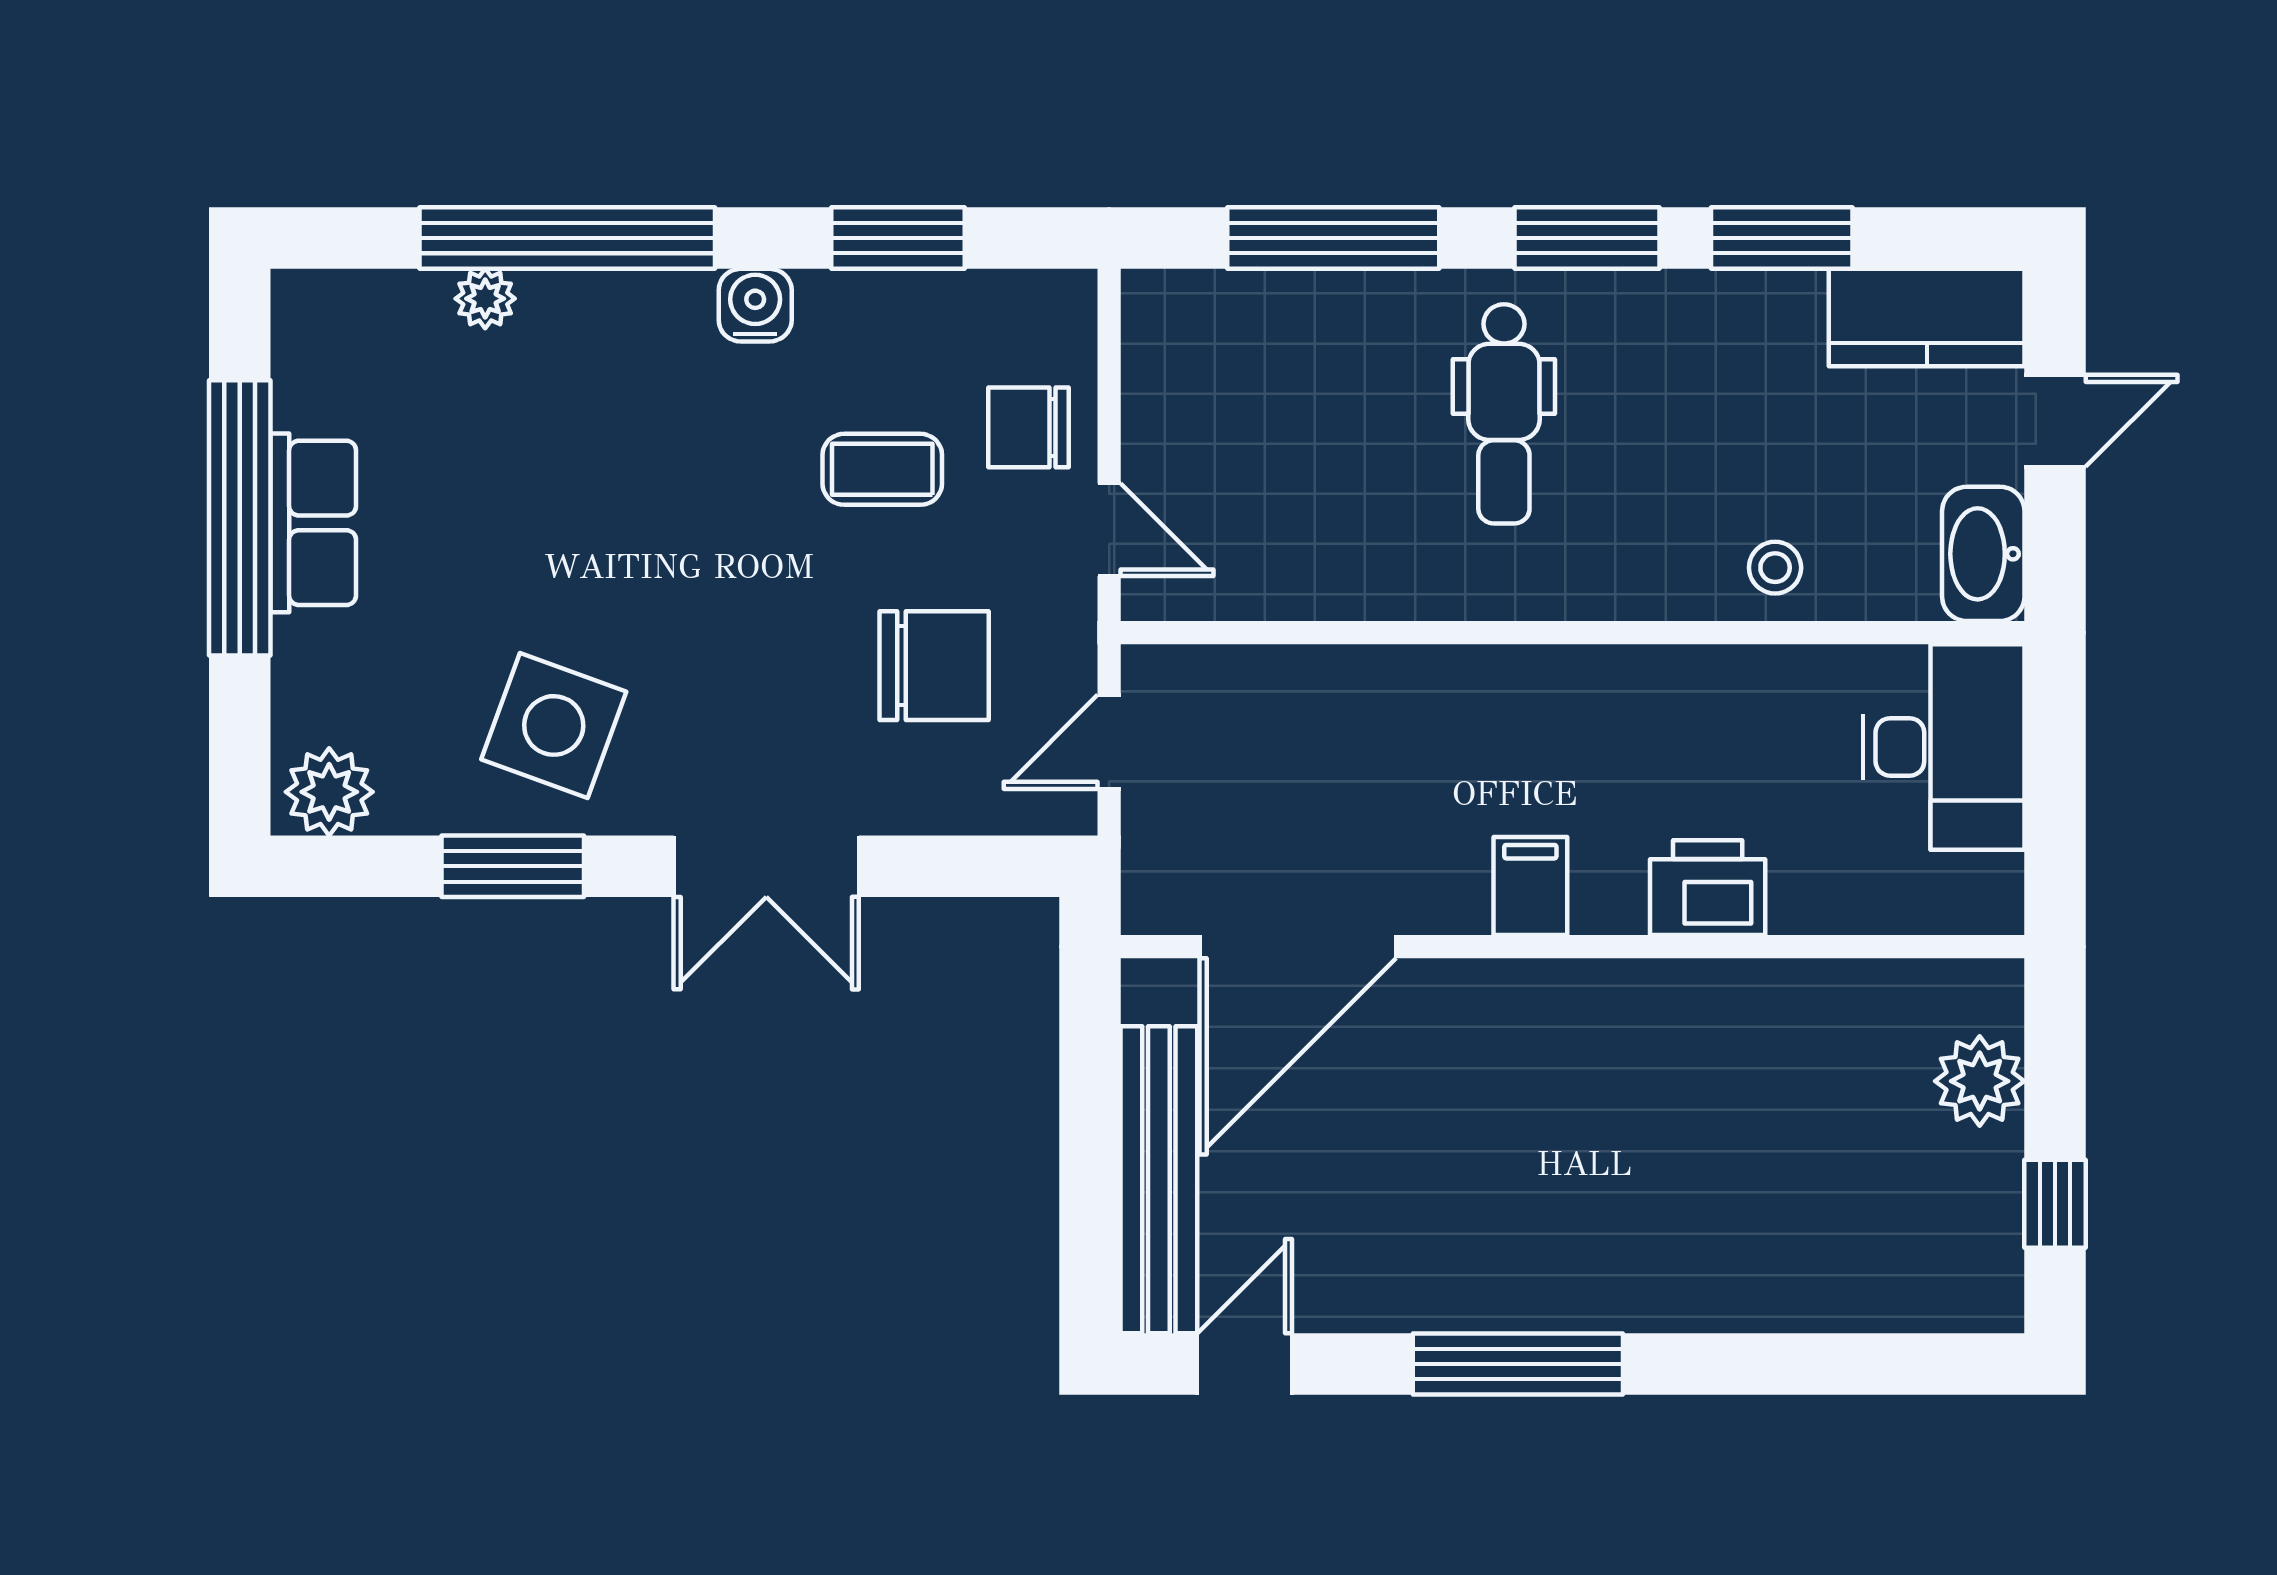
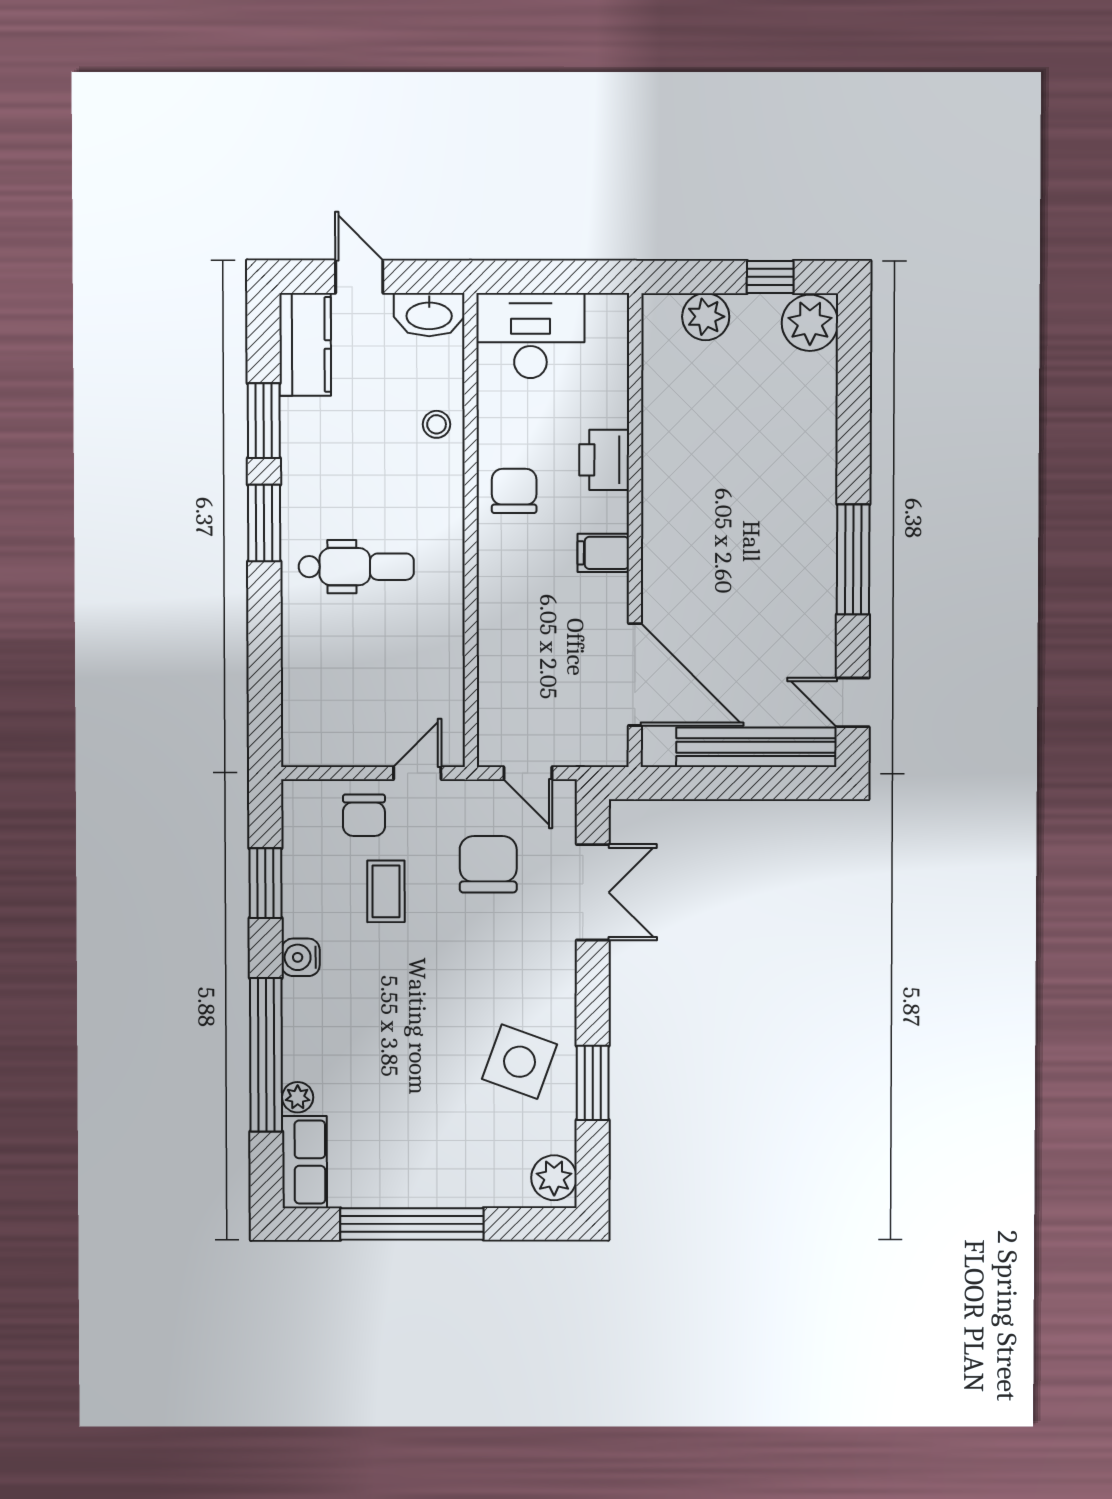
window: (1333, 238) -> (265, 656), removed
row of seats: (313, 523) -> (305, 1162), moved, turned 90
chair: (1648, 716) -> (514, 491), added
double door: (766, 866) -> (593, 892), moved
plant: (1968, 1280) -> (810, 323), added

